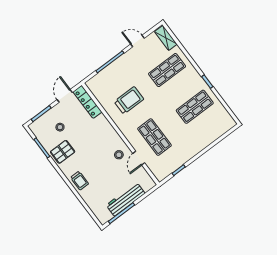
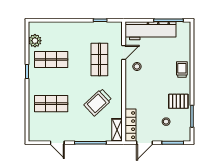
shelving: (166, 38) -> (117, 130), moved
trolley: (129, 100) -> (98, 102), turned -43
plant: (220, 112) -> (35, 41), added
workbench: (126, 199) -> (151, 31), width x1.36, depth x1.32

